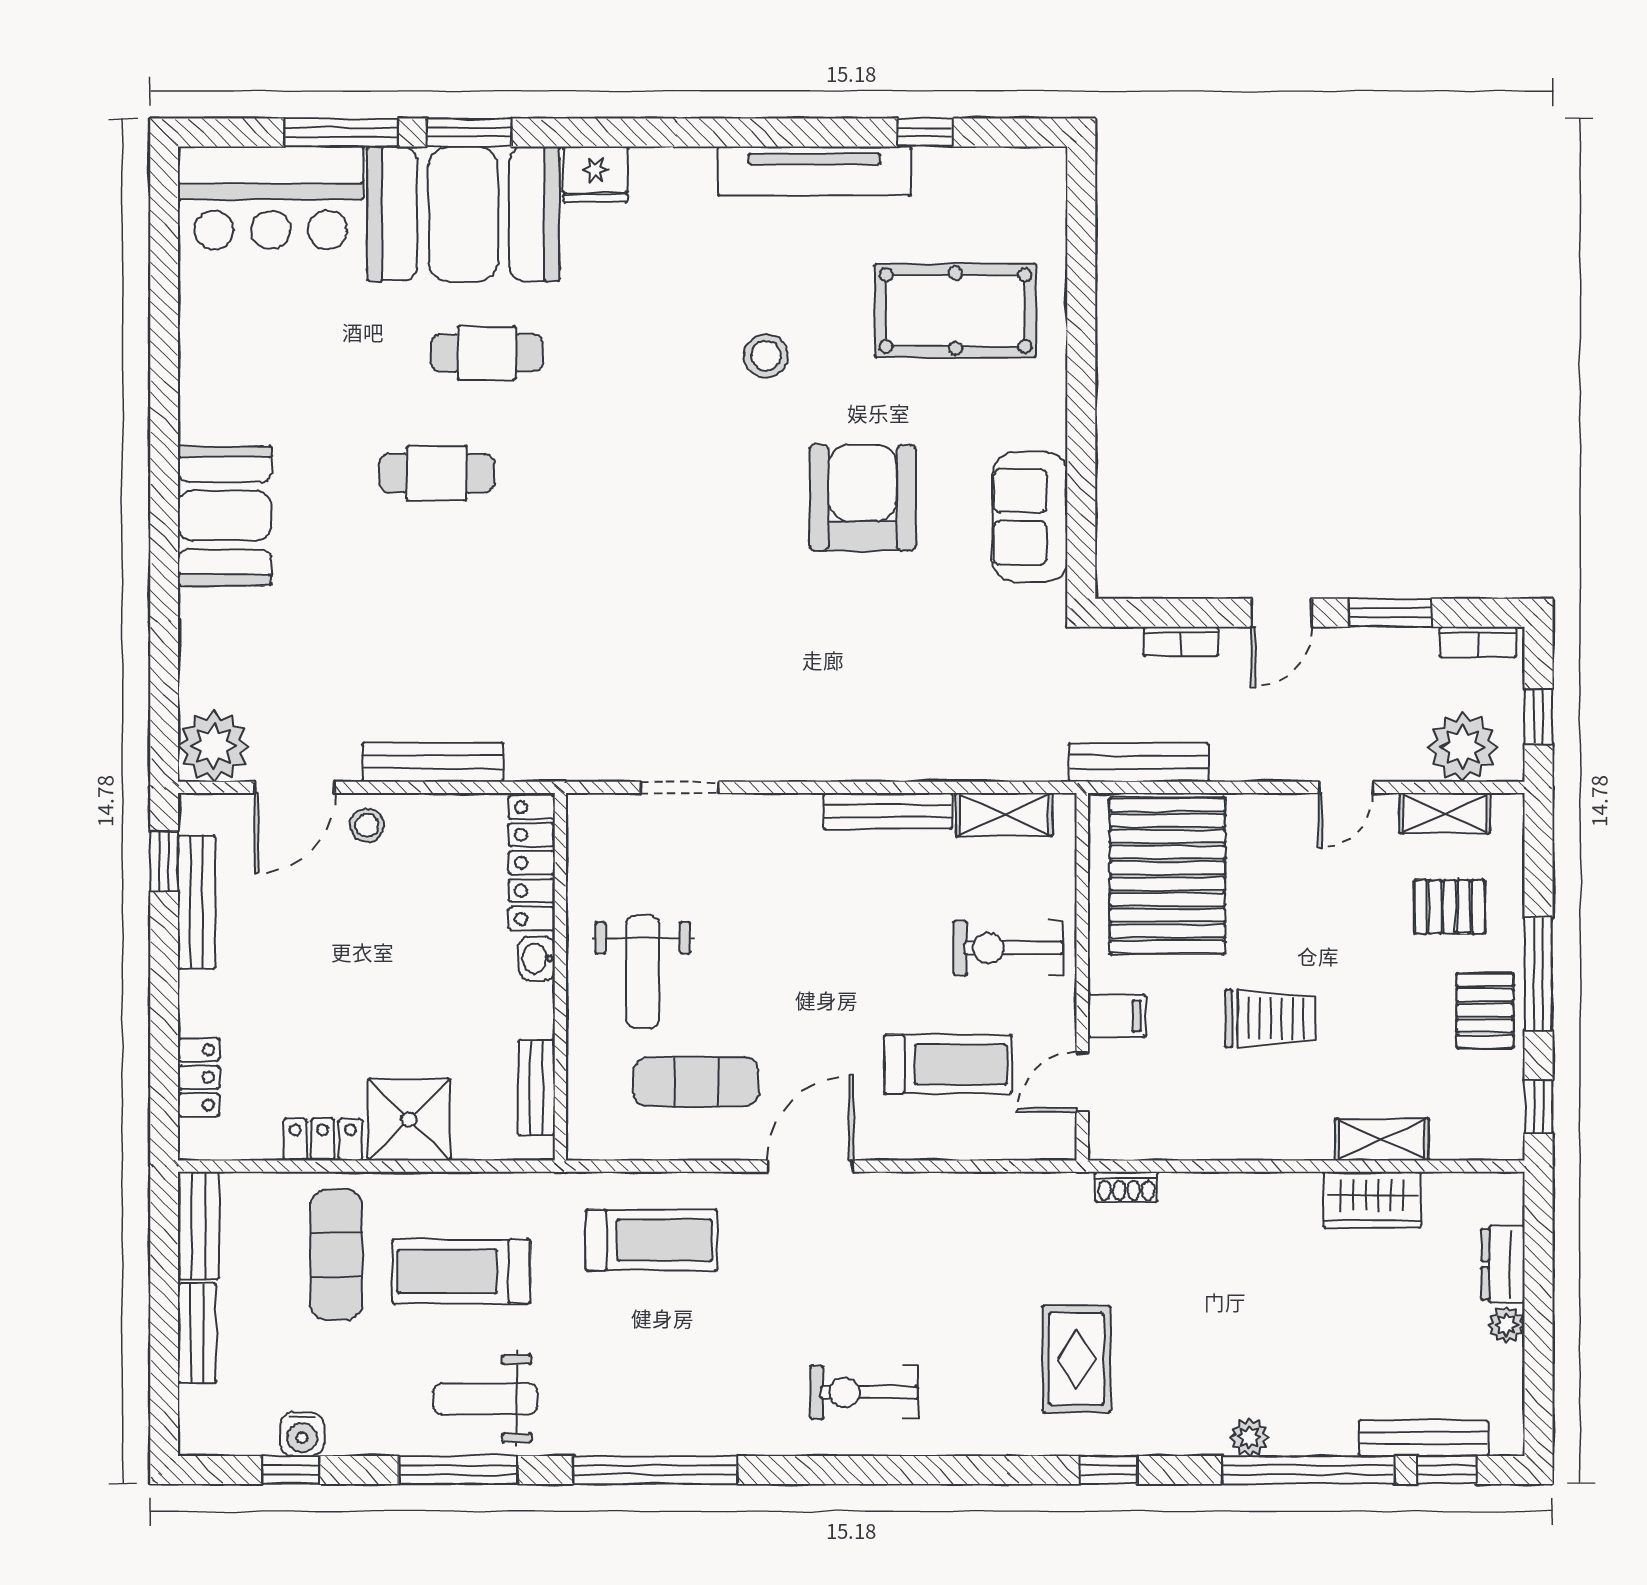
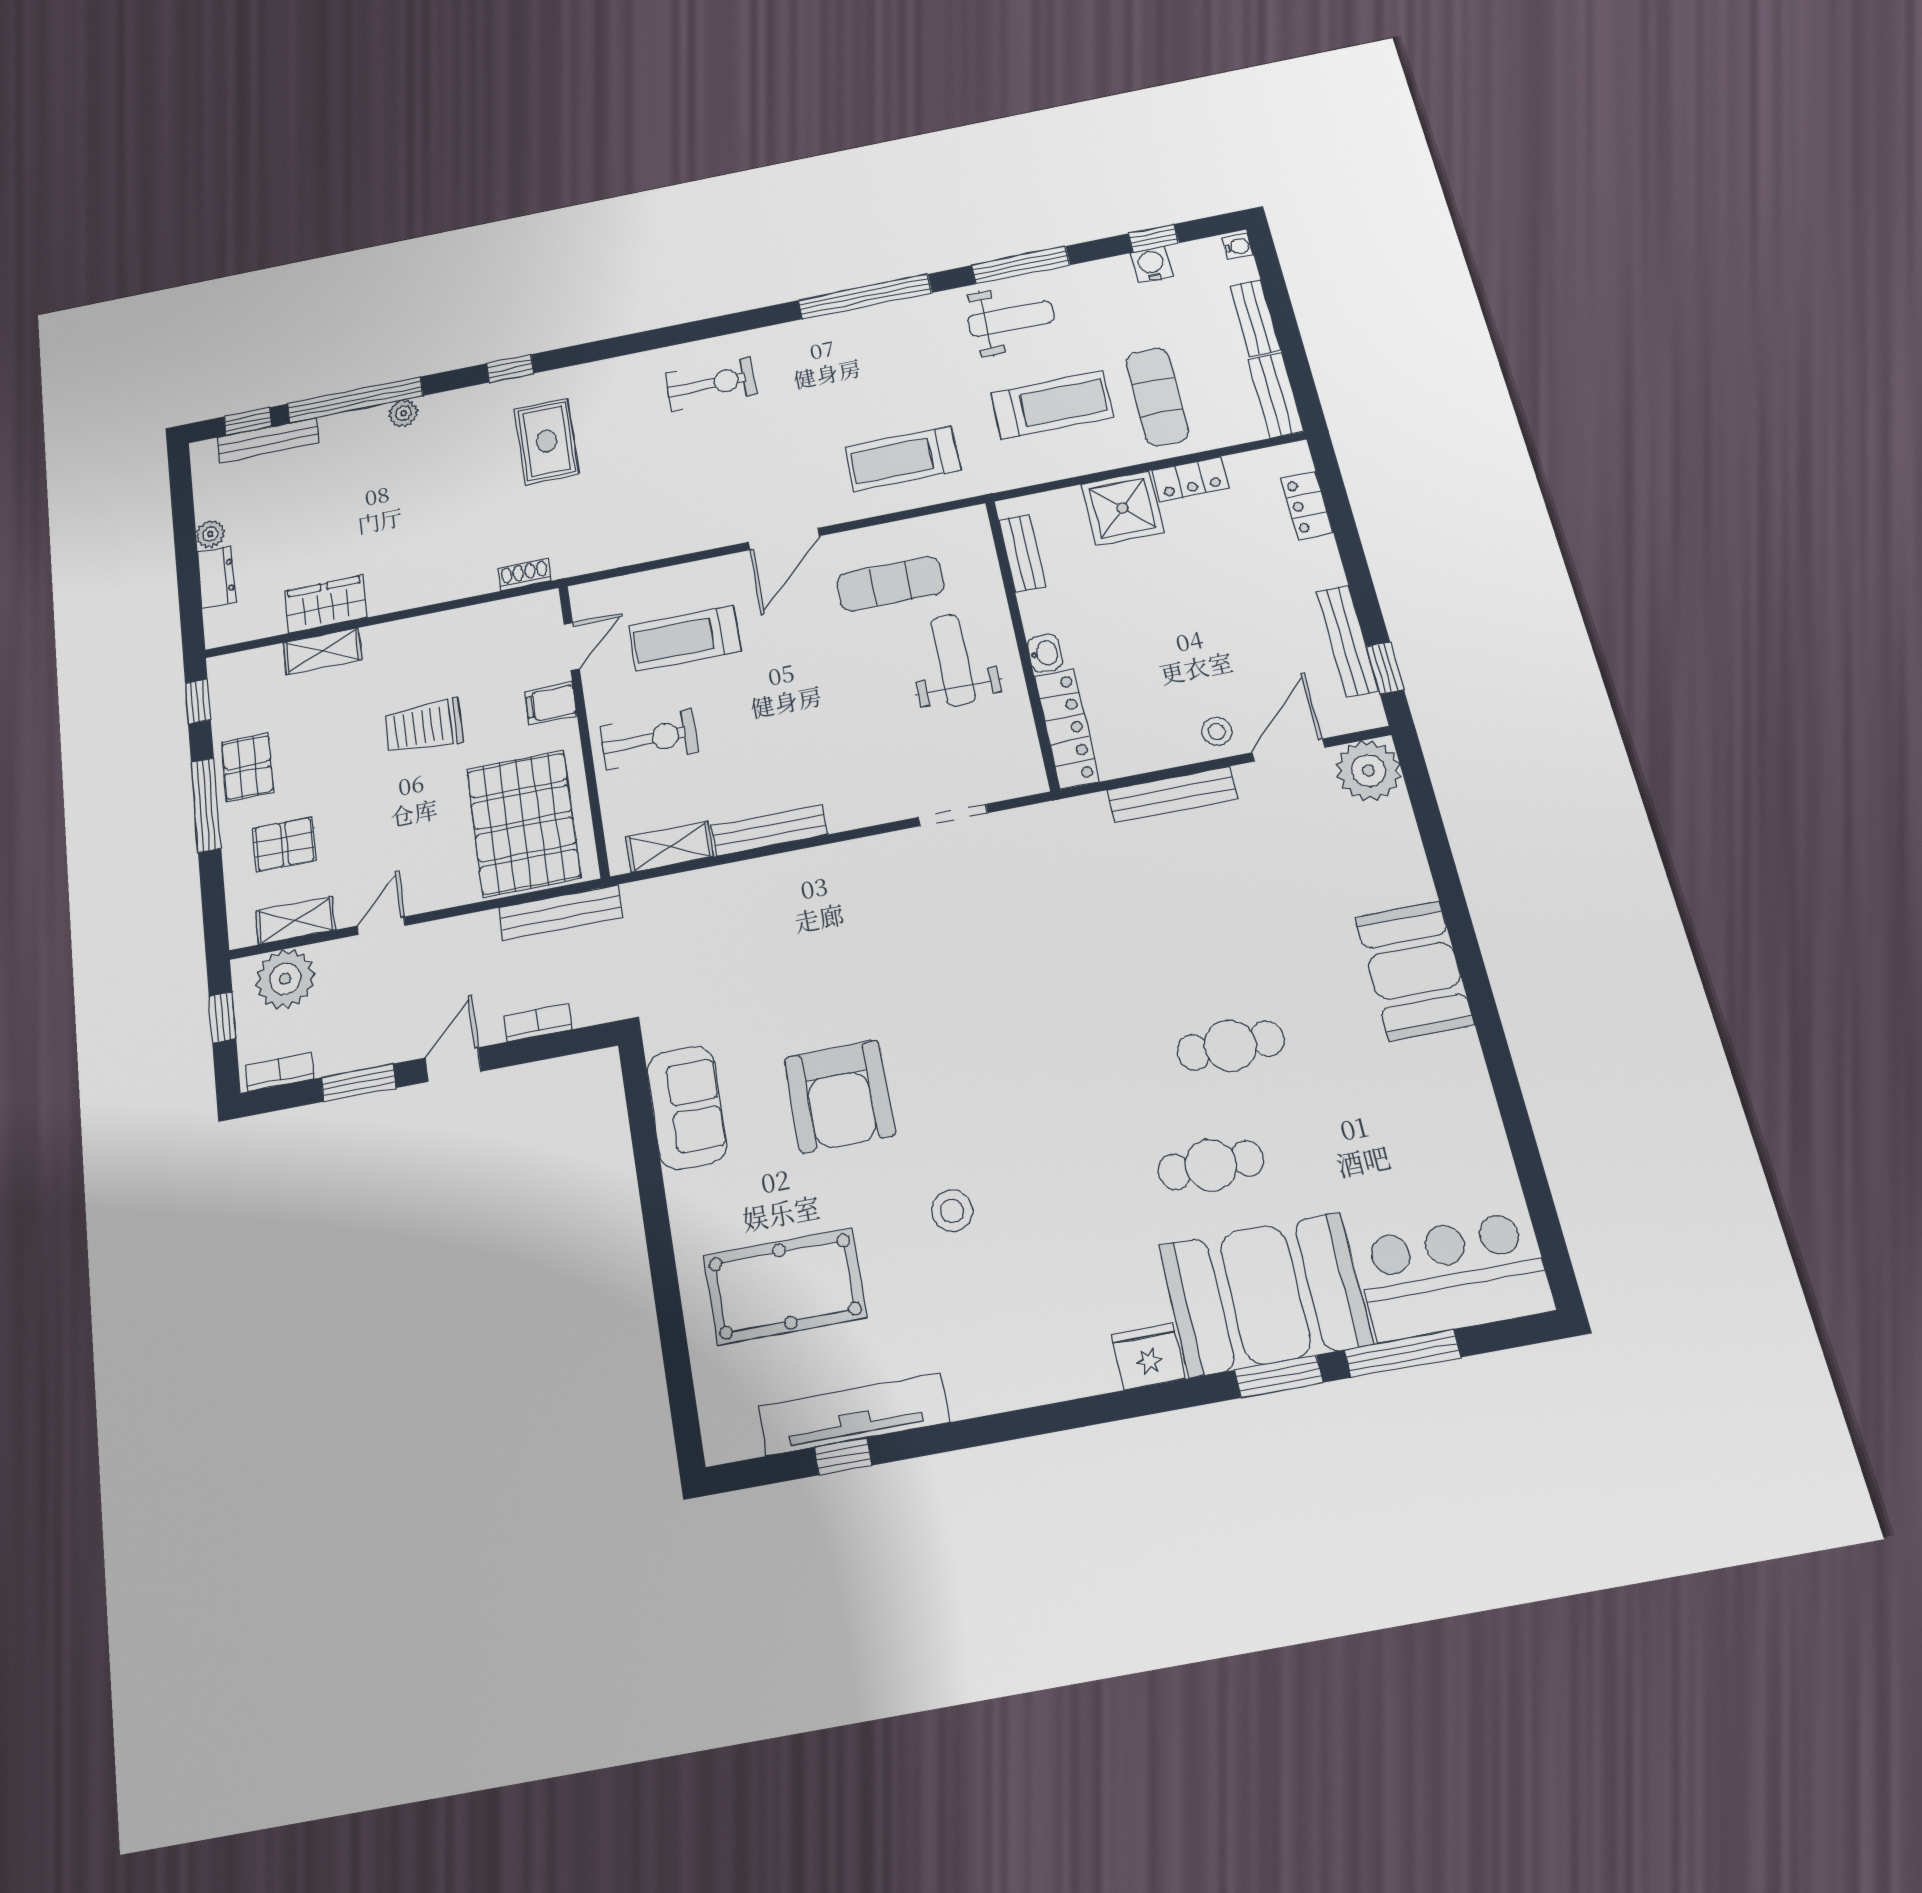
tv unit: (814, 171) -> (854, 1414), moved
water cooler: (194, 1435) -> (1238, 246), added

